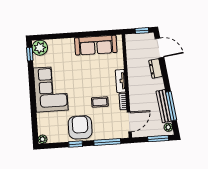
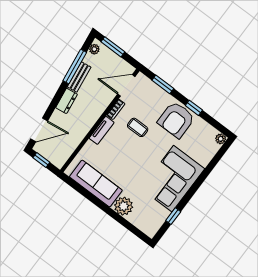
plant: (40, 48) -> (124, 206), moved
door: (159, 48) -> (39, 130), swing flipped
window: (30, 54) -> (173, 216), moved
dresser: (155, 68) -> (66, 101), moved
bench: (164, 106) -> (79, 77), width x0.73
window: (107, 142) -> (163, 84), width x0.69

